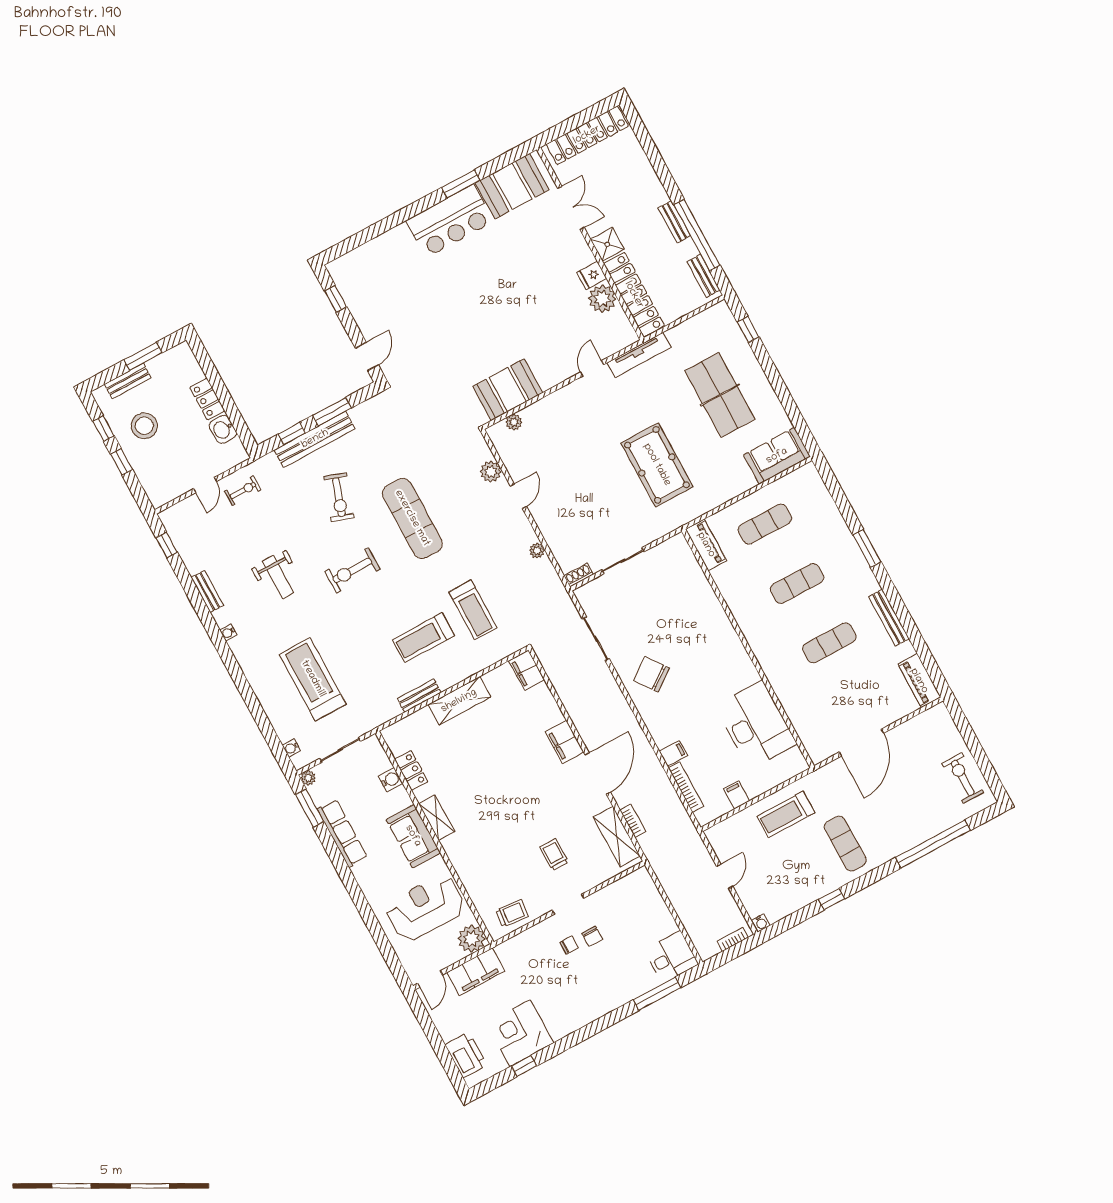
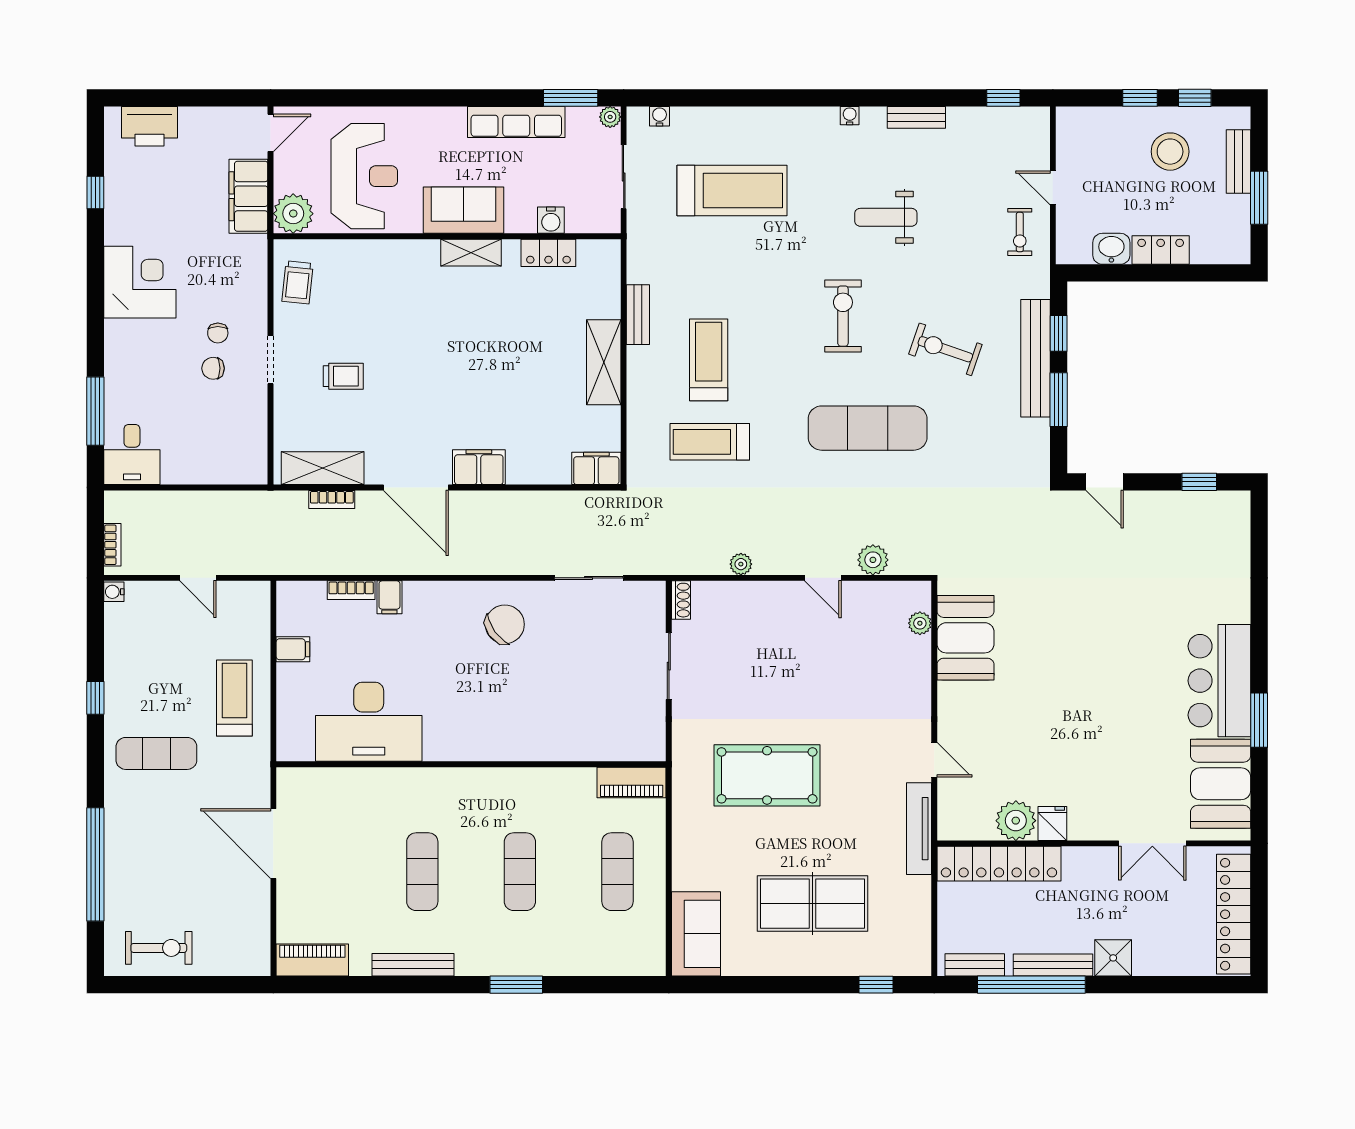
bench: (674, 222) -> (1053, 965), width x1.36
shower: (607, 244) -> (1113, 958), moved
bookcase: (686, 787) -> (351, 590), width x0.64
door: (430, 979) -> (271, 133), swing flipped
corner desk: (520, 1033) -> (140, 282), moved

